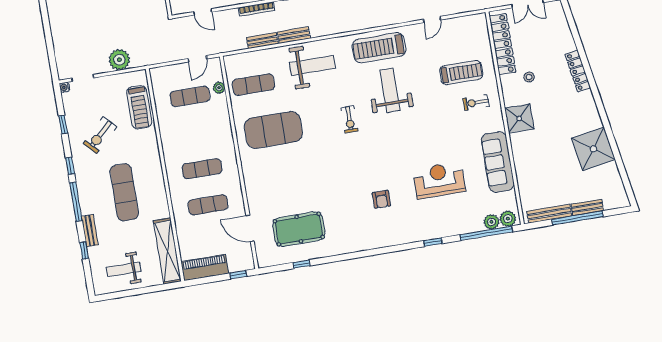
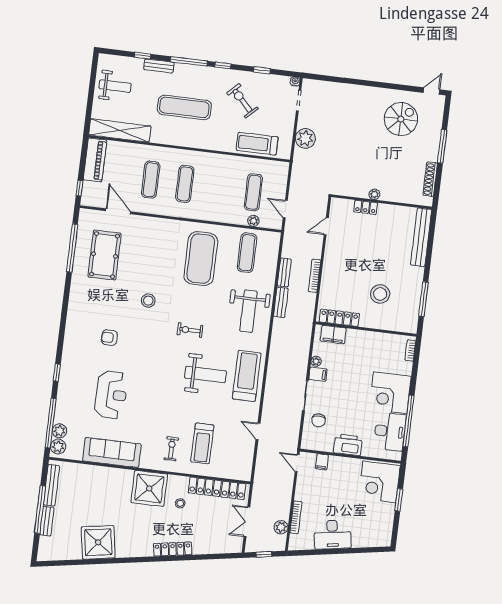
shower: (519, 118) -> (149, 488), width x1.37, depth x1.37
stool: (332, 171) -> (148, 301), added
door: (250, 228) -> (118, 211), hinge flipped
window: (301, 264) -> (72, 248), width x3.17
weight bench: (123, 269) -> (115, 86), turned 90

